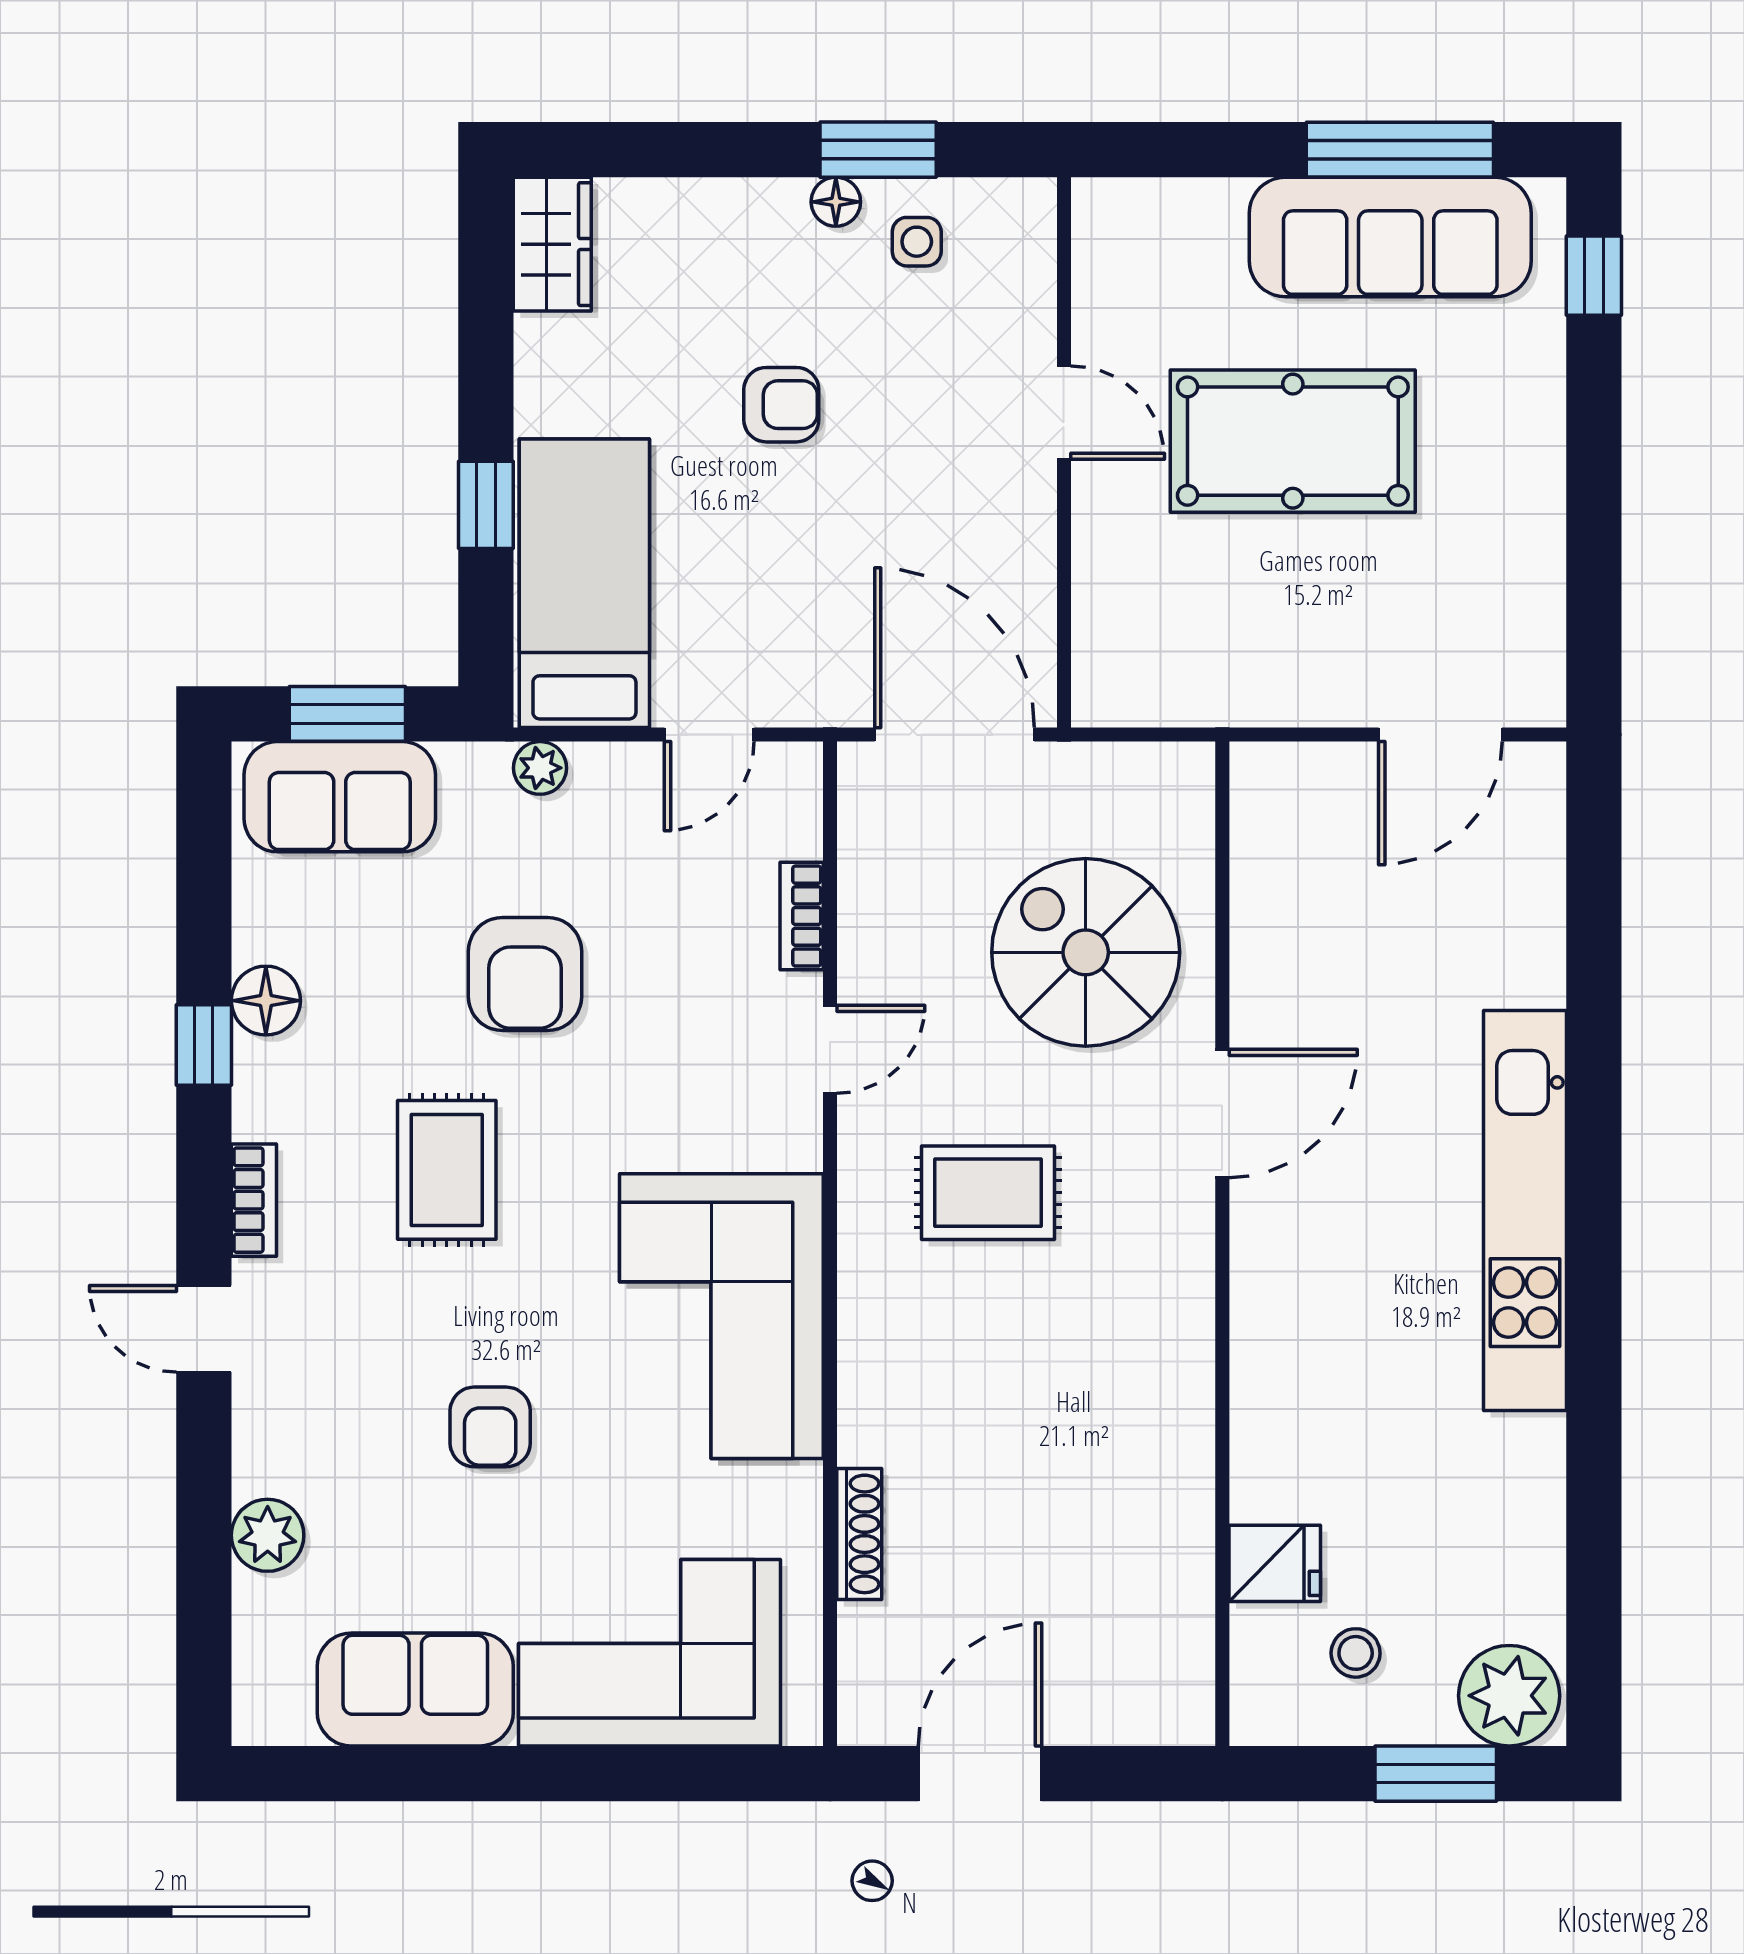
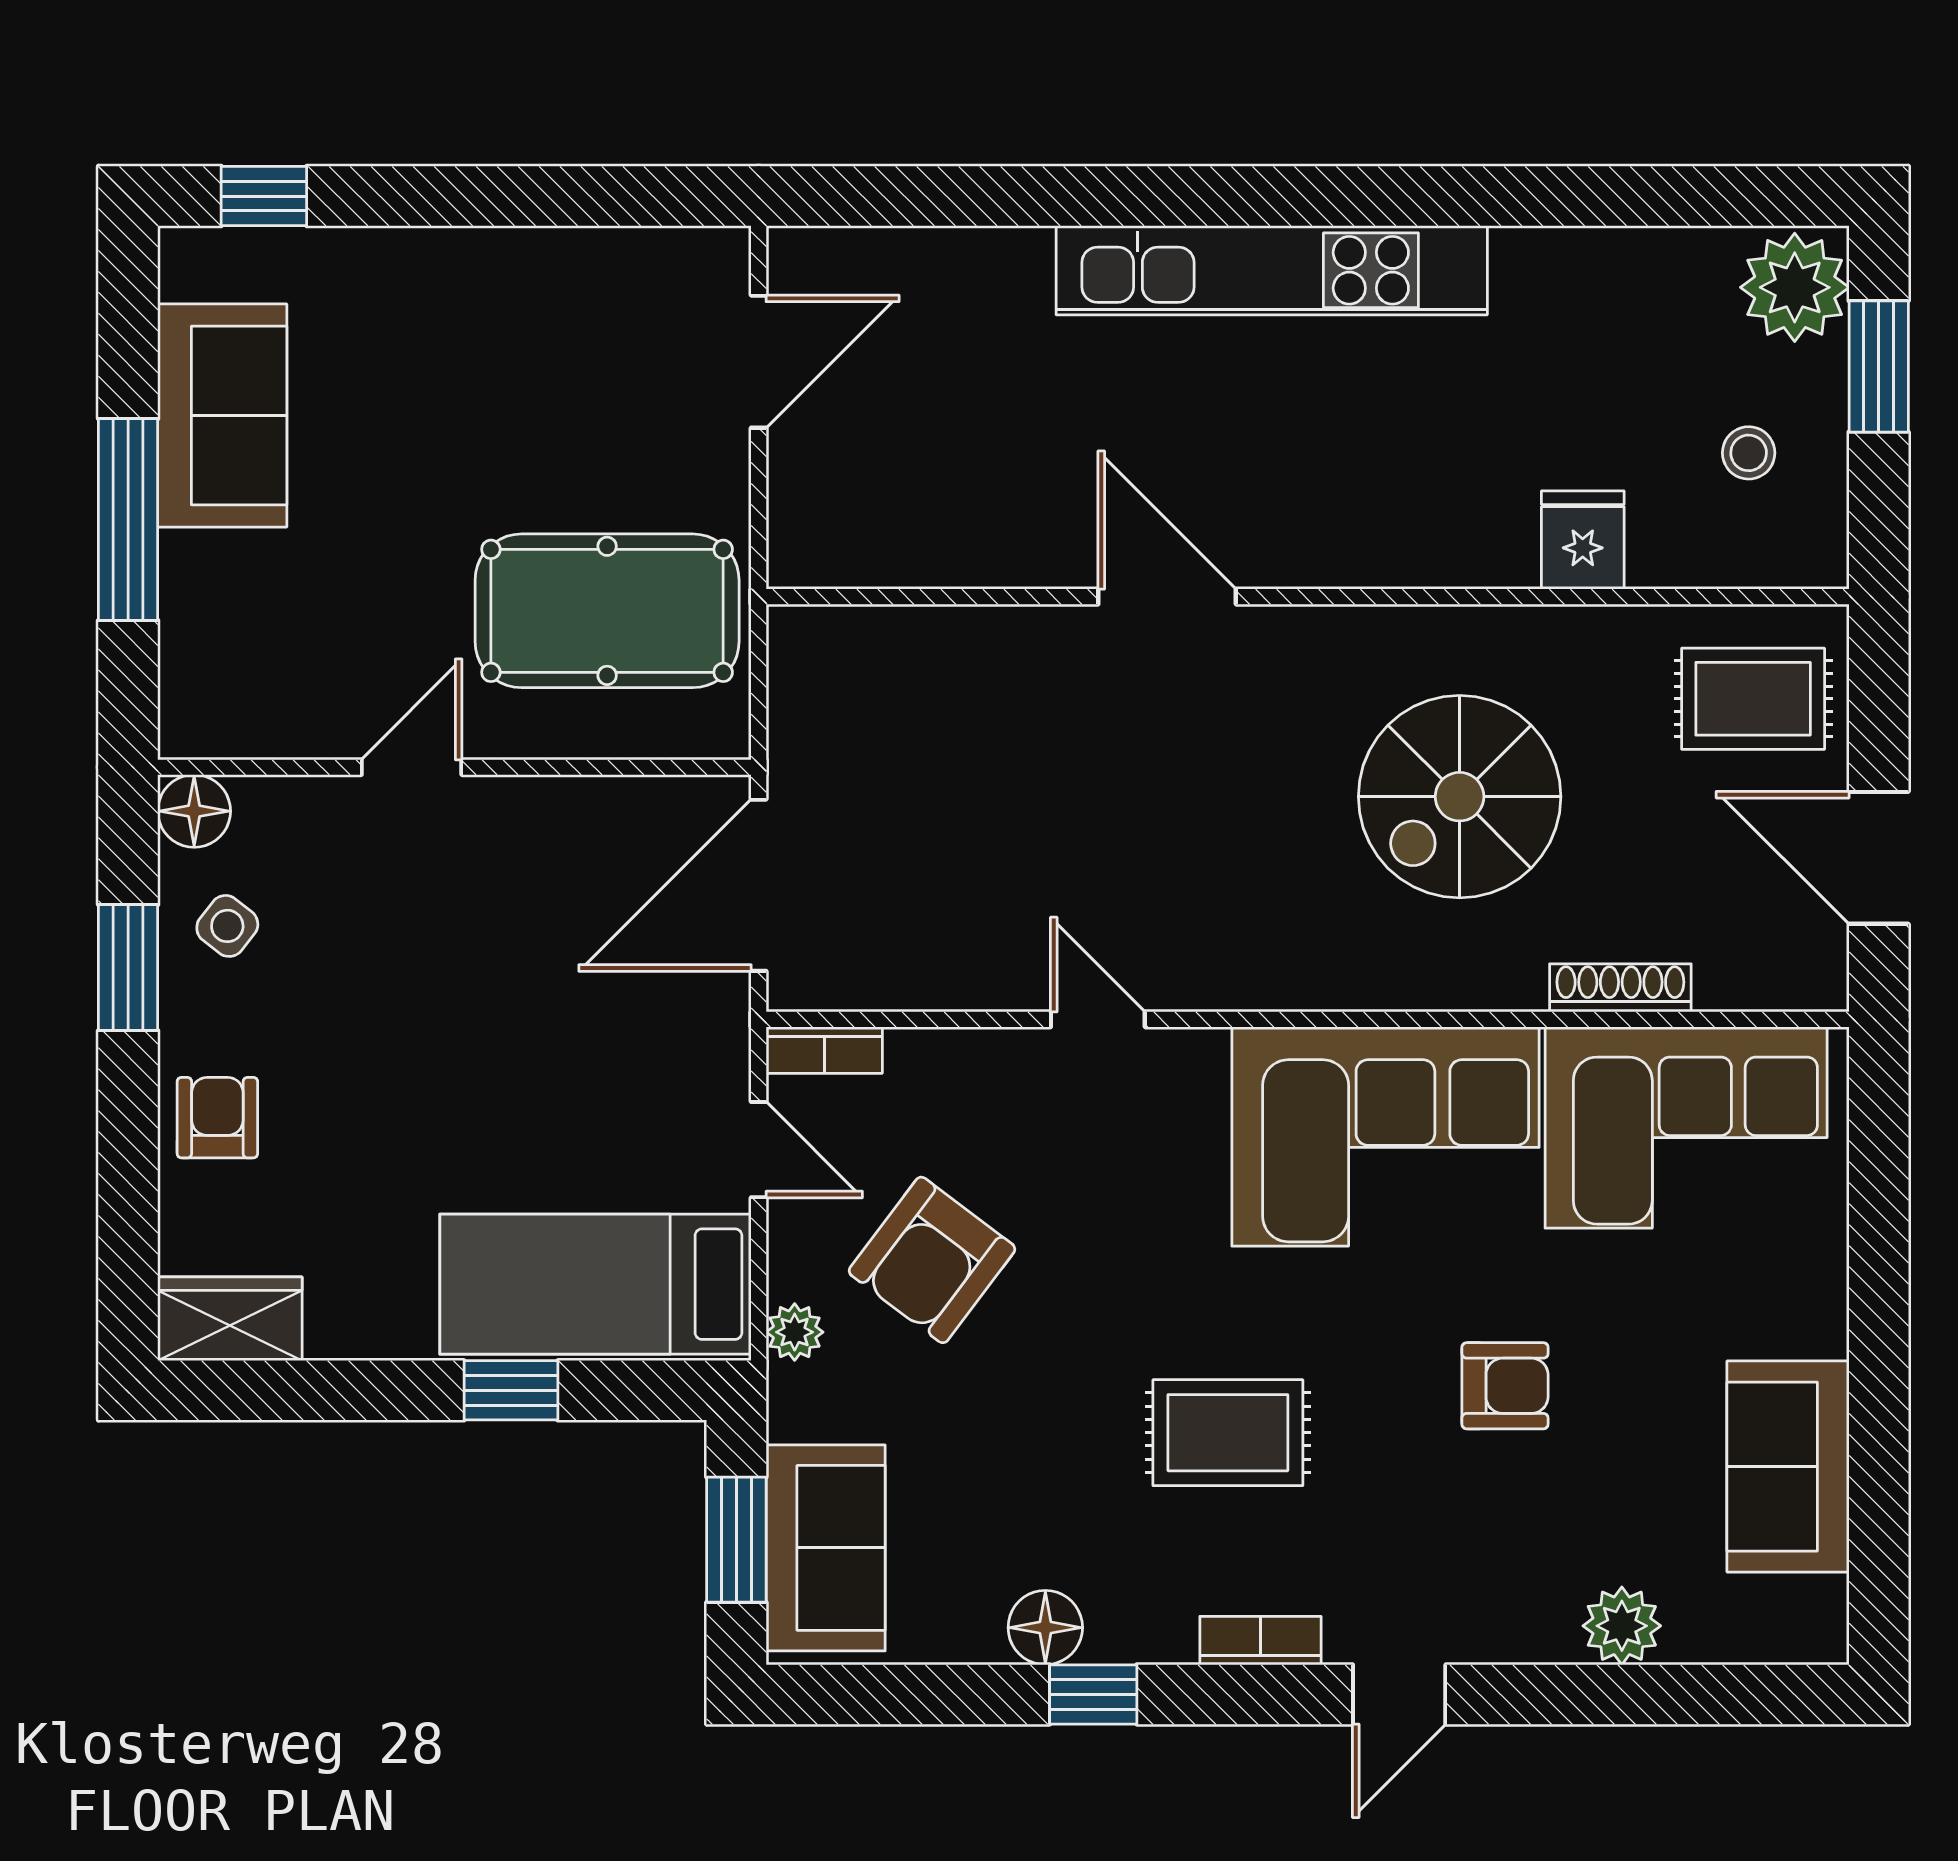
window: (1400, 150) -> (128, 520), moved
floor lamp: (836, 202) -> (194, 811), moved, width x1.37, depth x1.37
sofa: (1390, 237) -> (222, 416), width x0.73
side table: (917, 242) -> (227, 926), turned 38
armchair: (781, 405) -> (217, 1118), moved
pool table: (1293, 441) -> (607, 611), moved, turned 90
door: (1440, 735) -> (759, 362), hinge flipped
bookcase: (802, 916) -> (824, 1050), moved
spiral stairs: (1086, 952) -> (1460, 797), moved
armchair: (525, 974) -> (932, 1260), moved, turned 127
rug: (988, 1193) -> (1753, 699), moved, turned 90
fridge: (1275, 1563) -> (1583, 540), moved
corner sofa: (650, 1653) -> (1686, 1127), moved, turned -90

